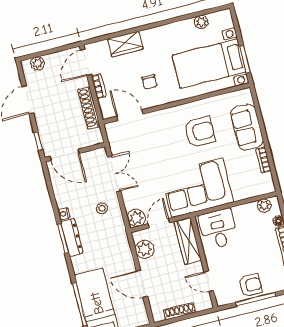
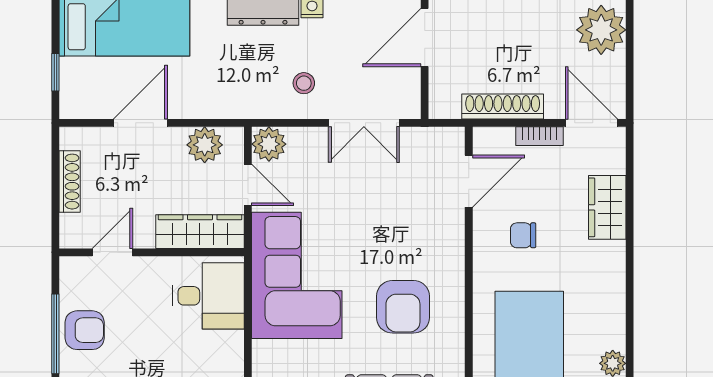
plant: (38, 63) -> (601, 30), width x1.88, depth x1.88
armchair: (250, 285) -> (85, 330), turned -90

